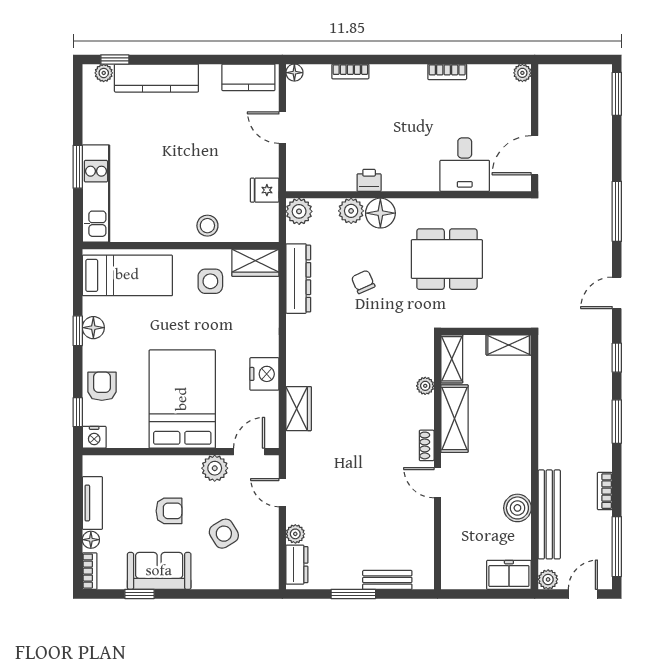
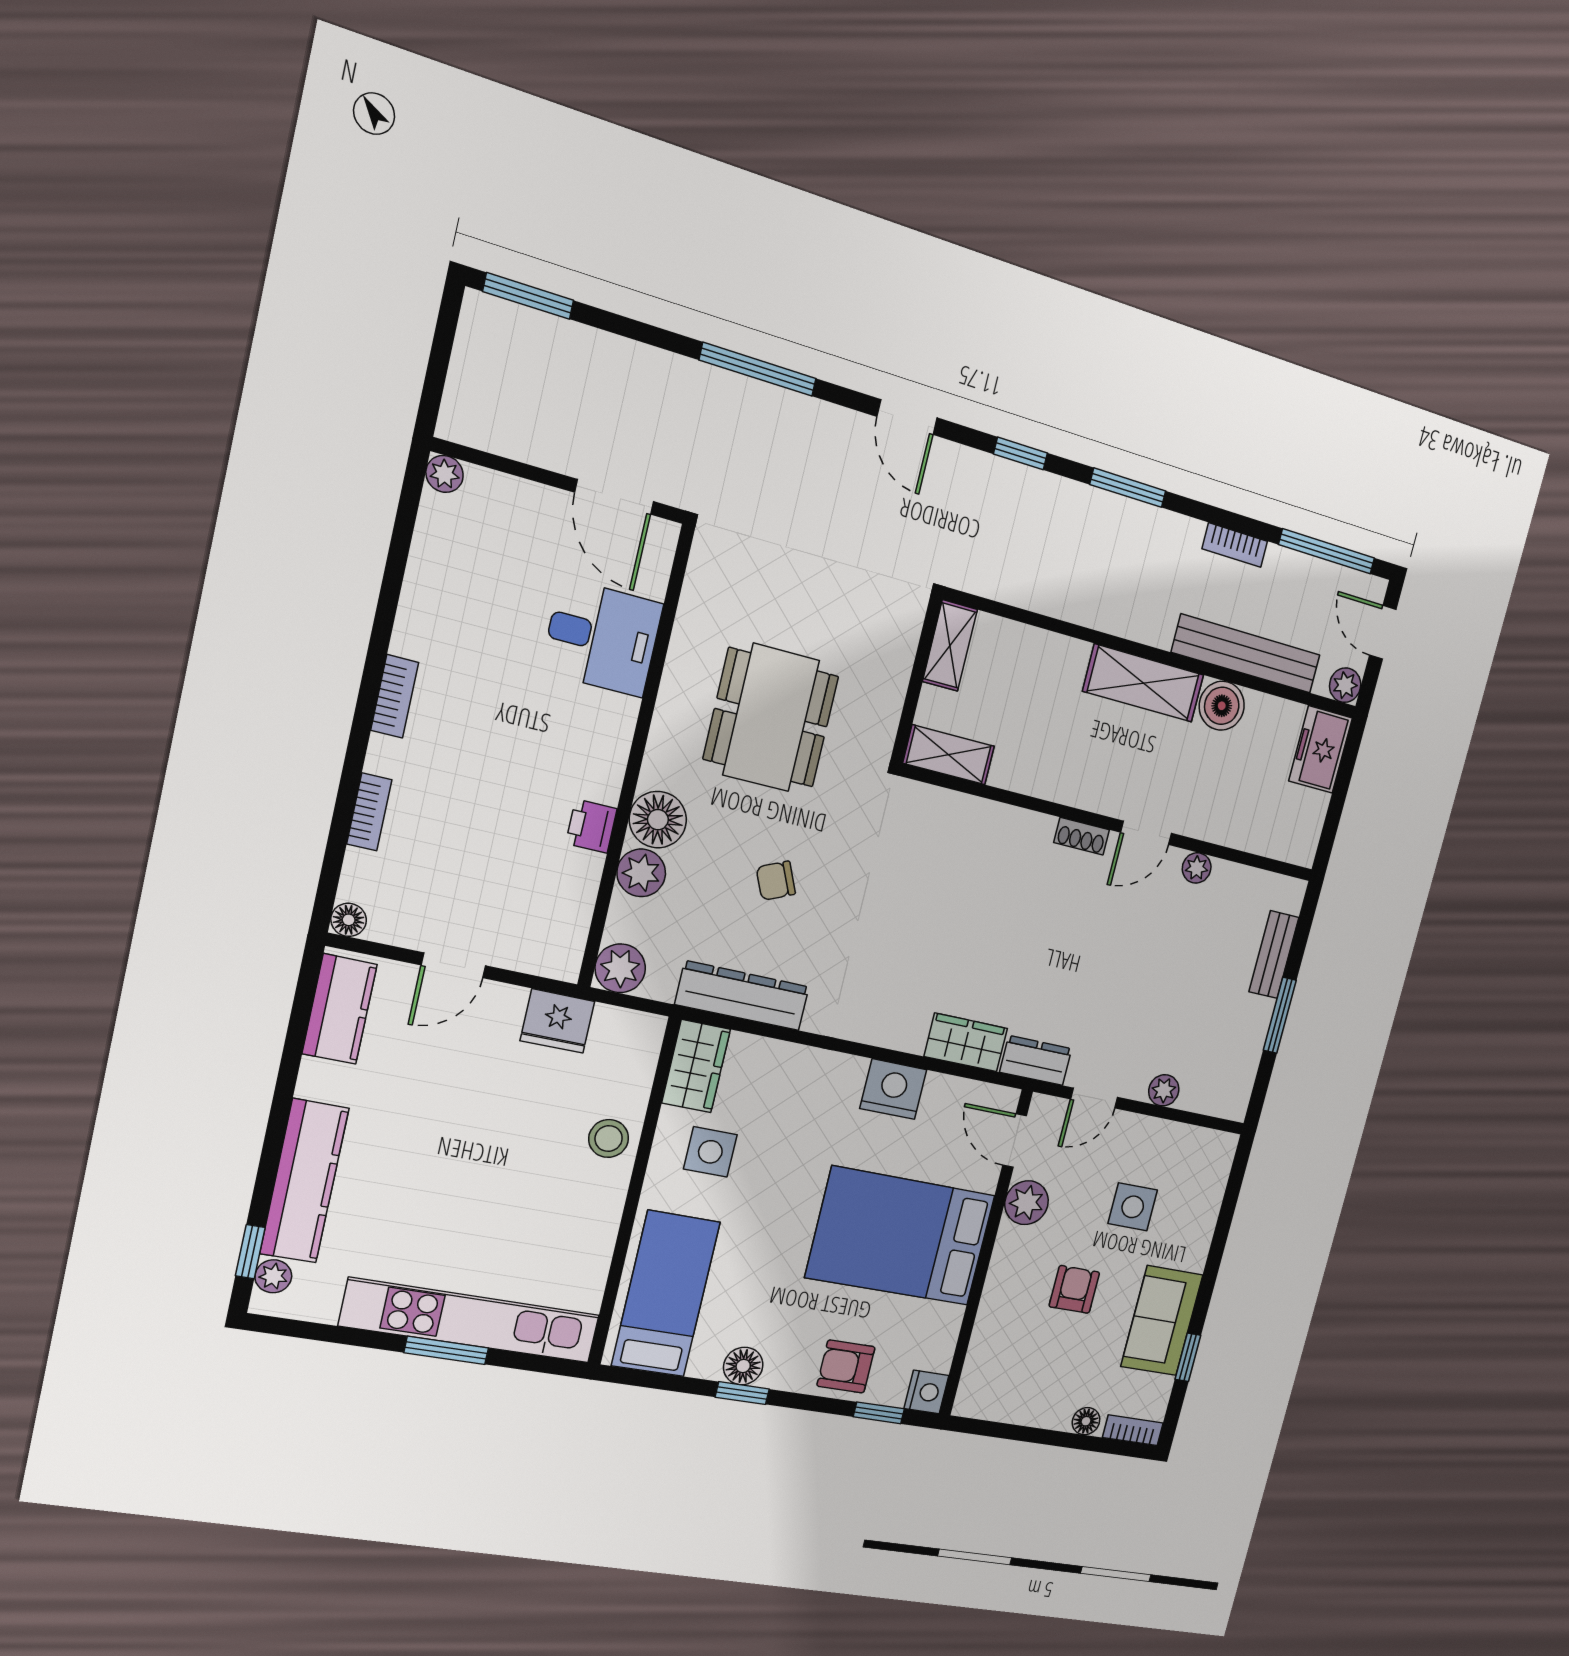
bookcase: (447, 72) -> (395, 696), moved
fridge: (265, 190) -> (557, 1021), width x1.38
kitchen unit: (96, 194) -> (471, 1320), width x1.36
plant: (425, 386) -> (1197, 868), moved
shelving: (454, 419) -> (1143, 683), moved
tv unit: (92, 503) -> (1030, 1410), removed
side table: (224, 534) -> (1133, 1207), turned 31
dresser: (297, 565) -> (1036, 1060), moved

